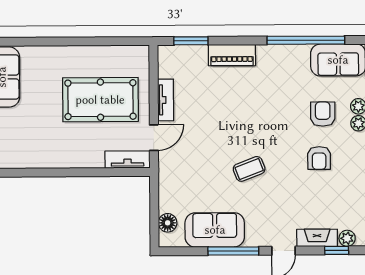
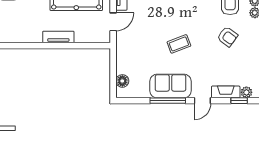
armchair: (319, 158) -> (227, 37), turned -54
tv unit: (128, 160) -> (58, 37), moved
sofa: (215, 230) -> (171, 86), moved

